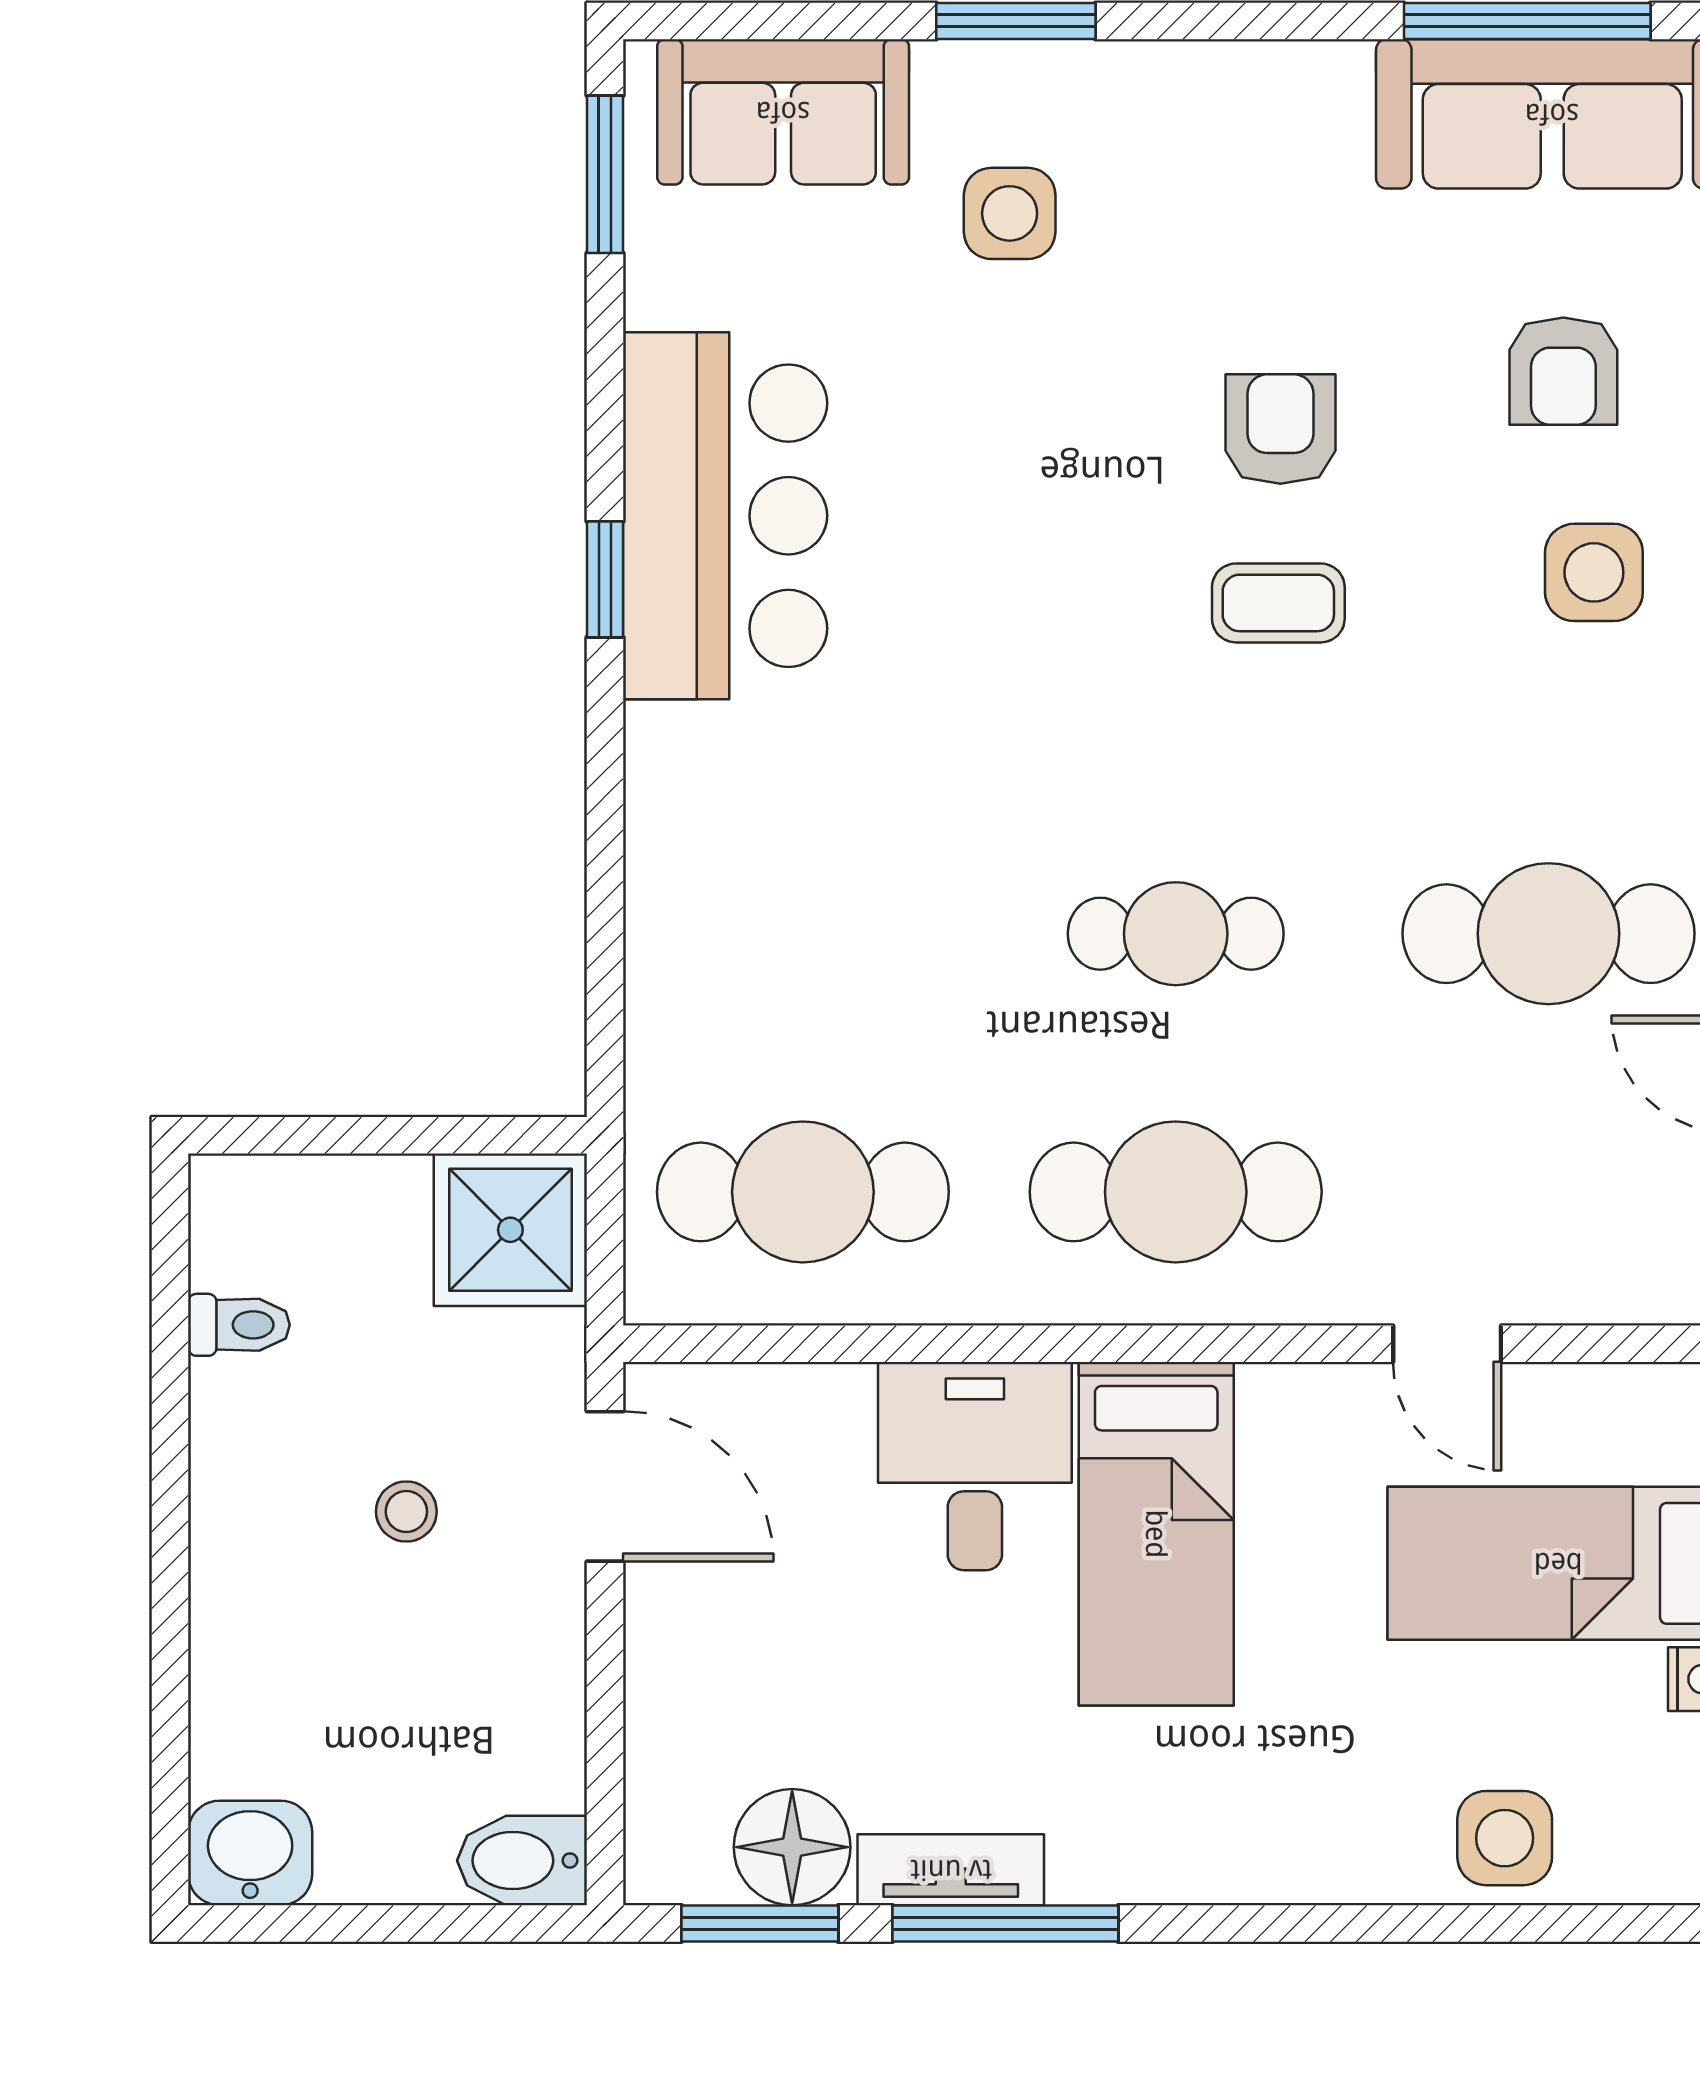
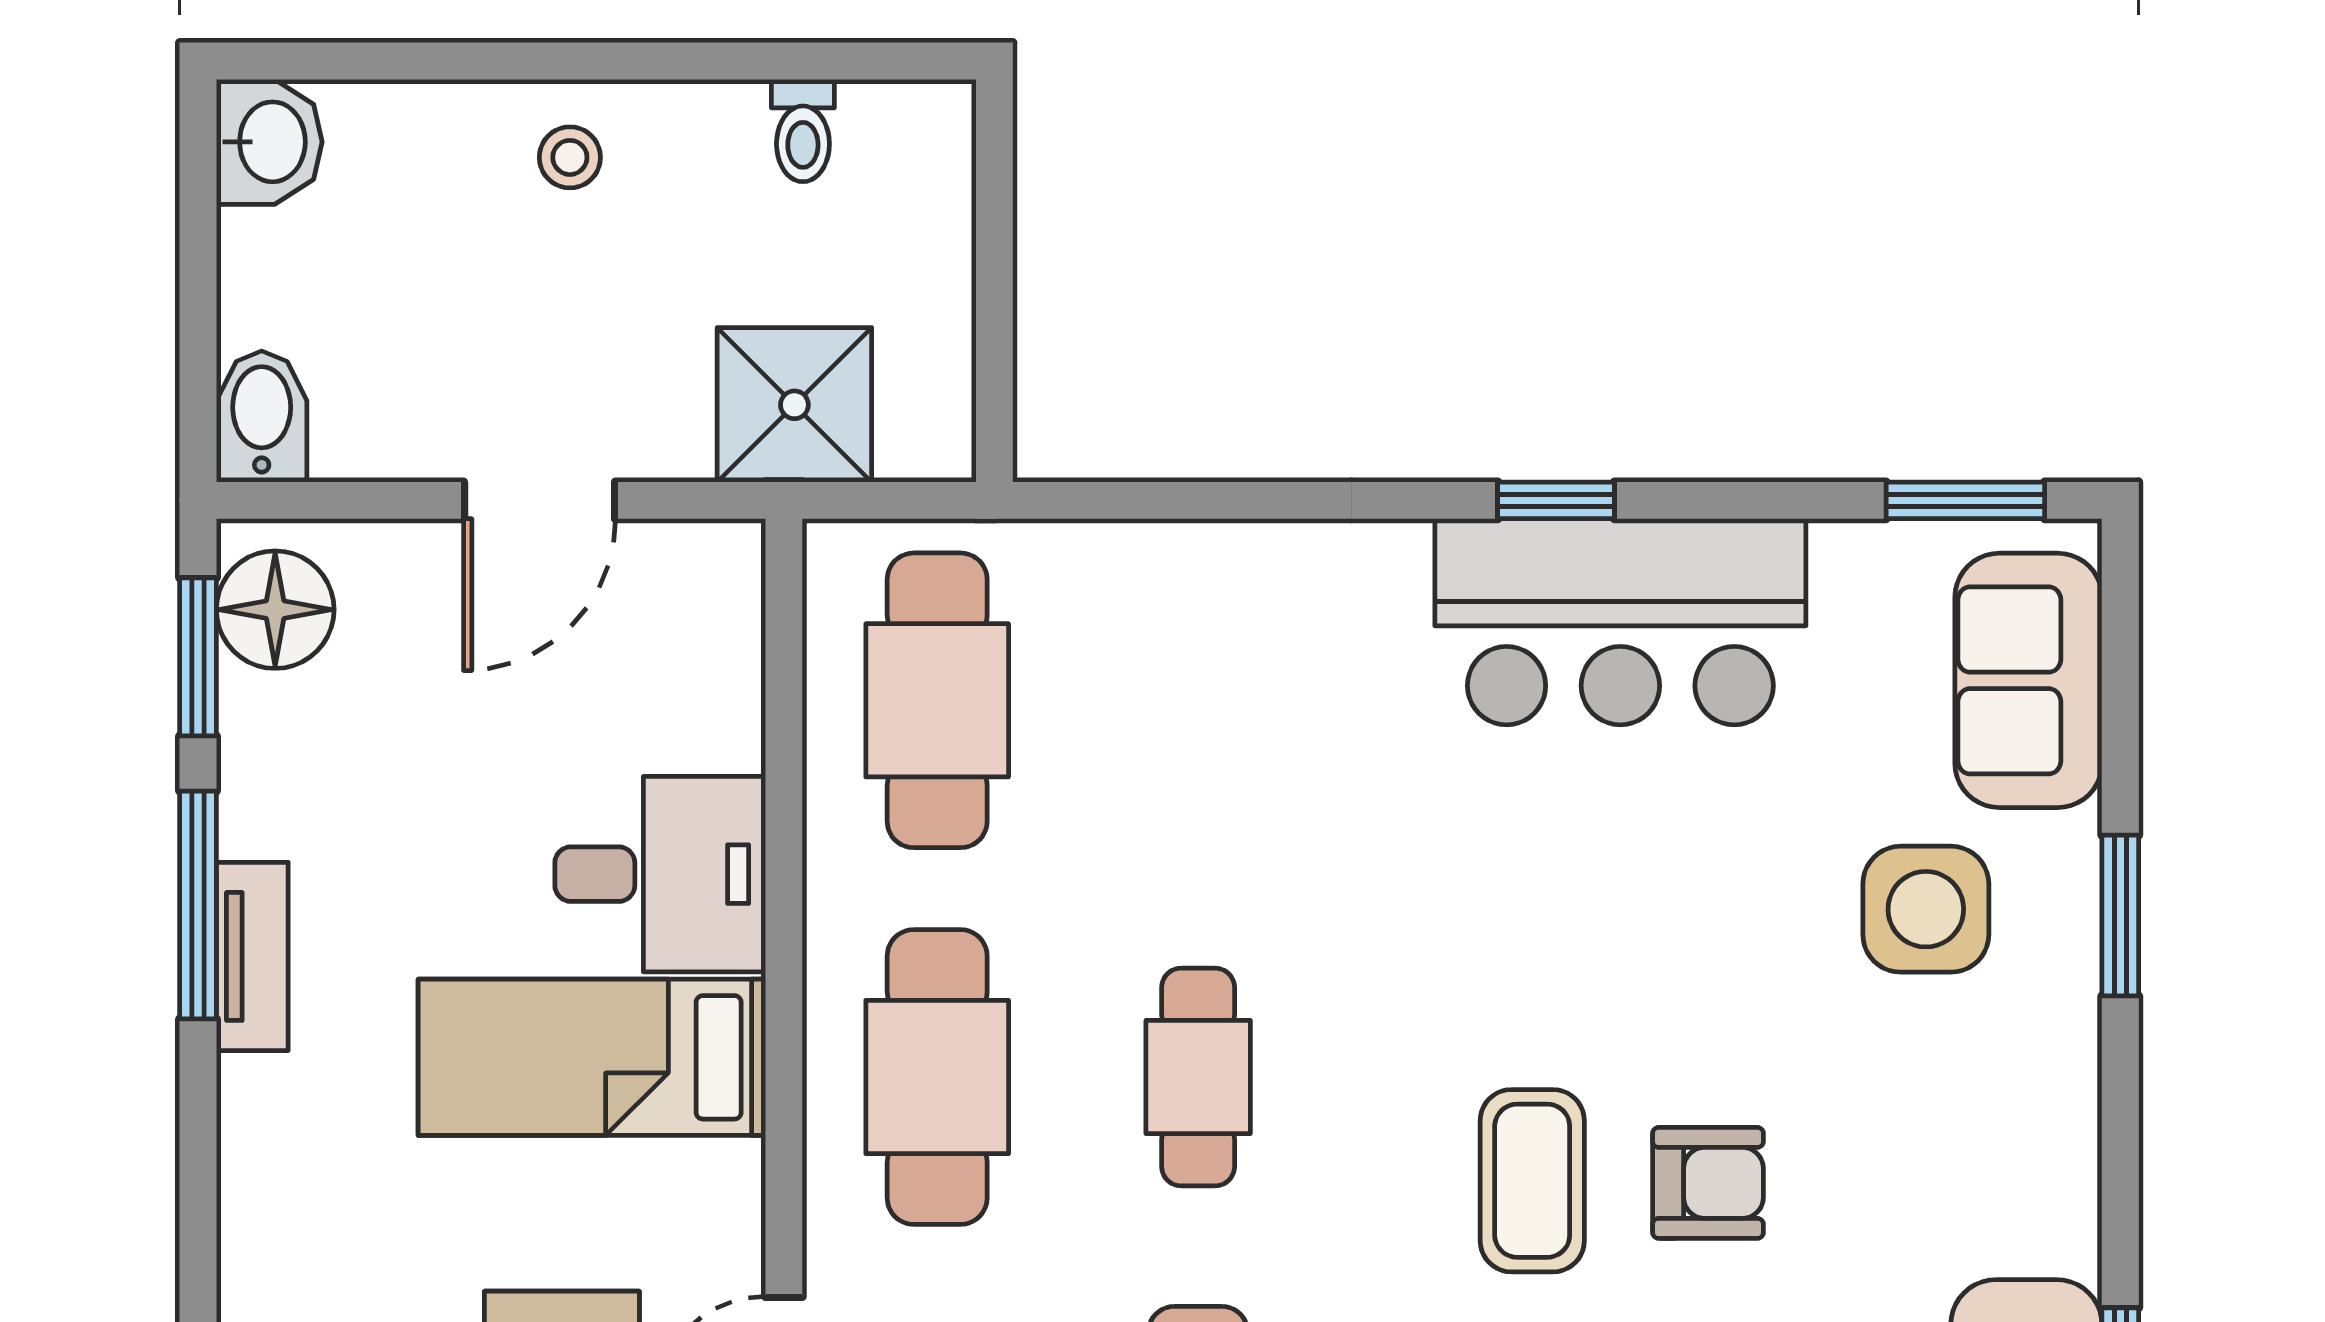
side table: (1010, 213) -> (1926, 909), width x1.37, depth x1.37
coffee table: (1278, 603) -> (1532, 1181), width x1.36, depth x1.30
shower: (510, 1230) -> (794, 405), moved
door: (605, 1486) -> (540, 500), moved
stool: (406, 1512) -> (570, 157), moved
floor lamp: (792, 1847) -> (275, 610), moved
tv unit: (951, 1870) -> (252, 956), moved

